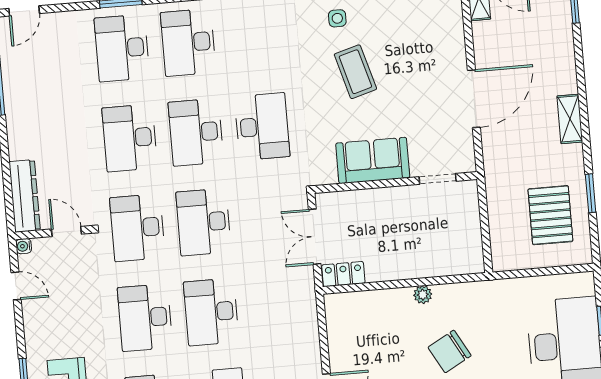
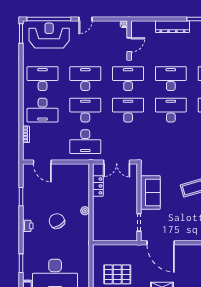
door: (474, 99) -> (161, 243), moved
desk: (262, 127) -> (85, 142), moved
dresser: (25, 196) -> (172, 27), moved
double door: (315, 237) -> (117, 162), swing flipped
locker: (343, 274) -> (98, 186), moved
door: (16, 286) -> (86, 19), moved

